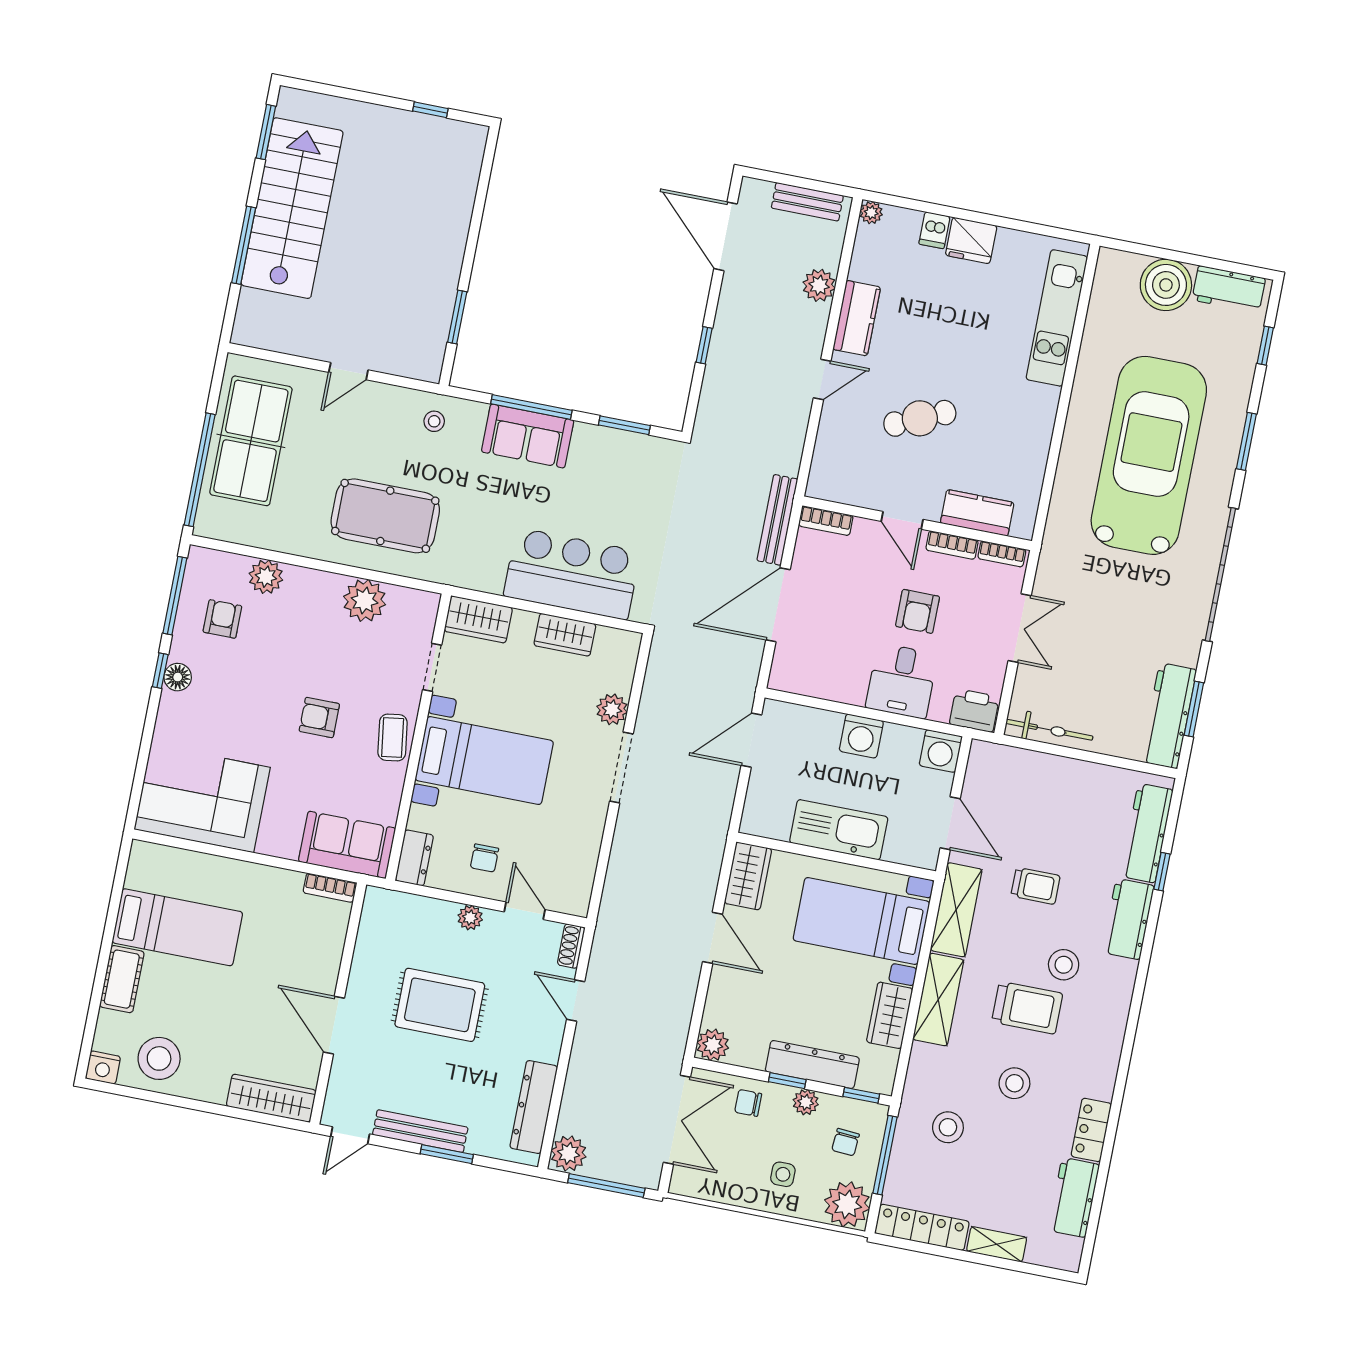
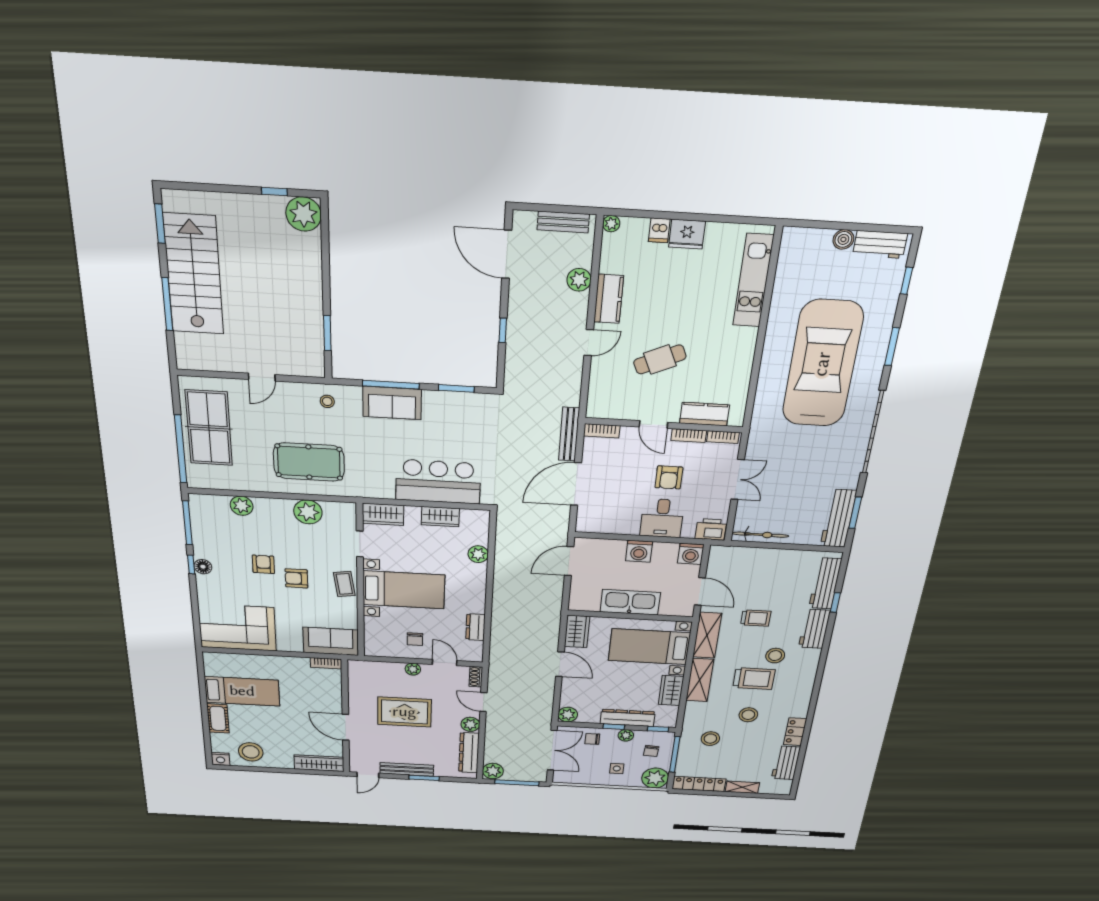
plant: (462, 145) -> (304, 214), added
boiler: (1166, 285) -> (843, 239), width x0.54, depth x0.54
armchair: (222, 619) -> (263, 564), moved
doorway: (621, 767) -> (490, 584), removed
dresser: (414, 858) -> (475, 627), moved, turned 180
plant: (546, 1045) -> (470, 724), added

